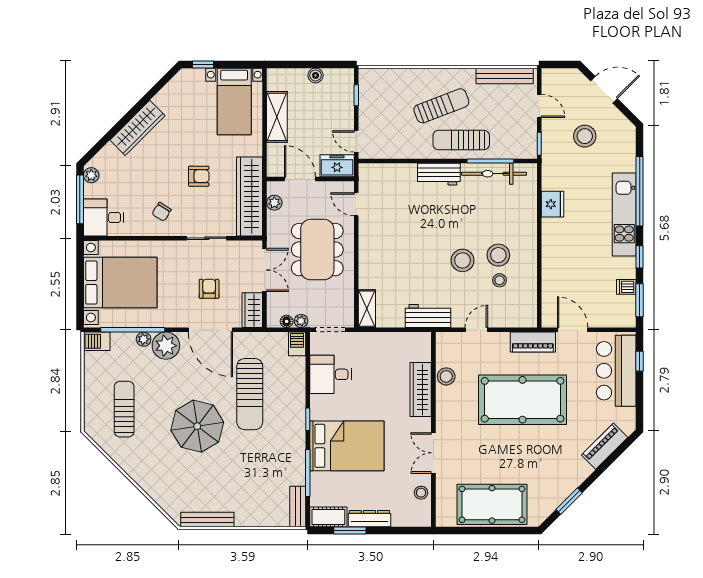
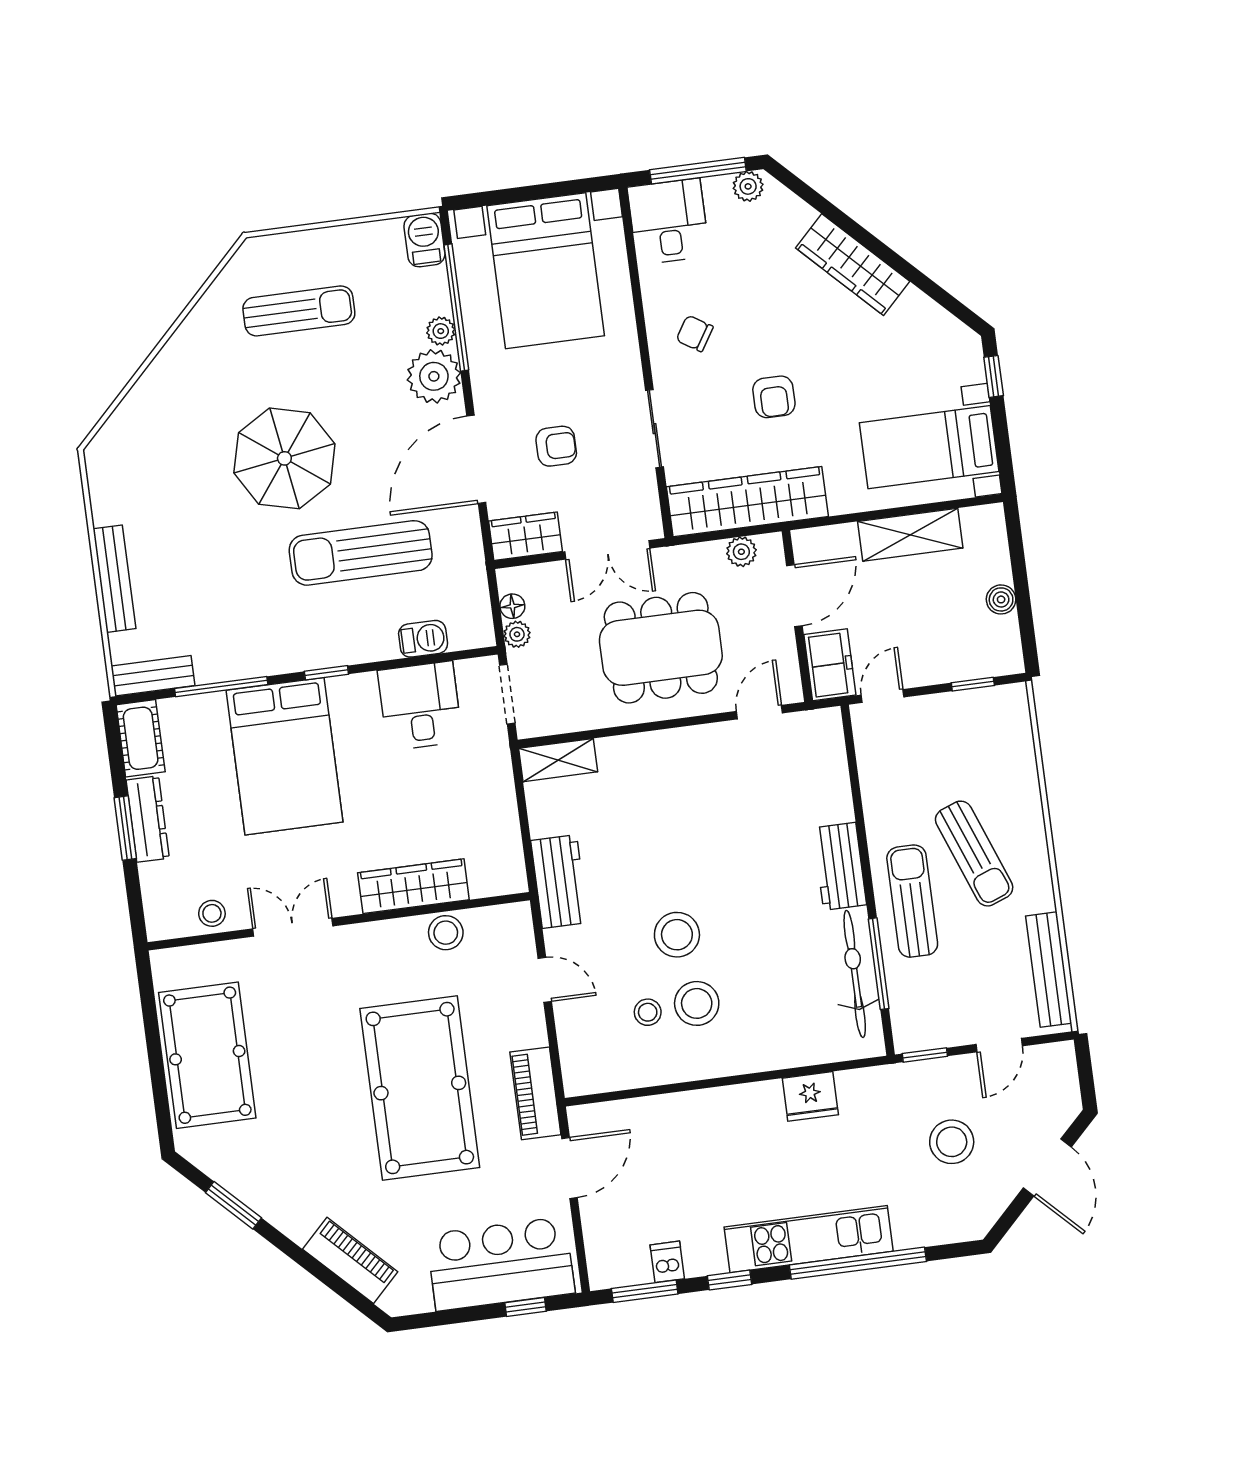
barbecue: (297, 344) -> (423, 639), moved
bench: (207, 520) -> (114, 579), moved
window: (350, 531) -> (125, 828), moved

